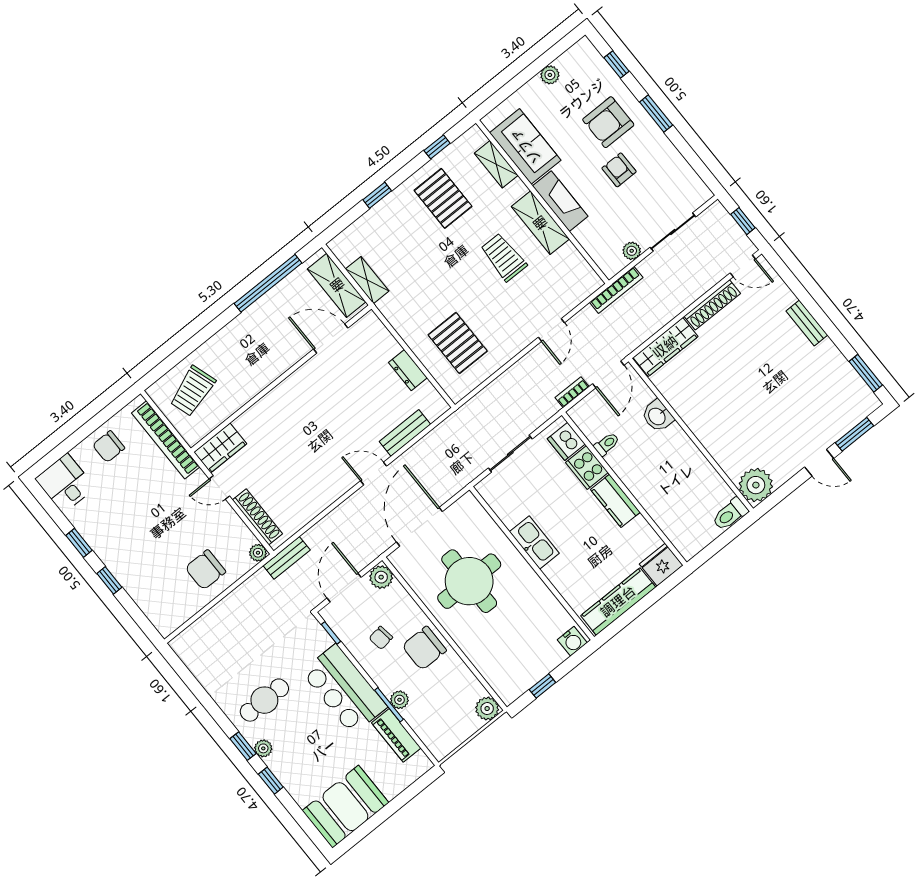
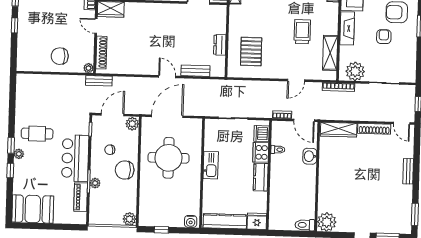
shelving: (540, 223) -> (330, 53), moved
plant: (632, 251) -> (355, 71), width x1.88, depth x1.88
door: (608, 375) -> (304, 120), hinge flipped

